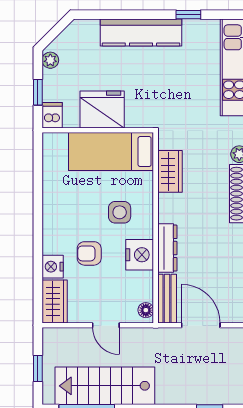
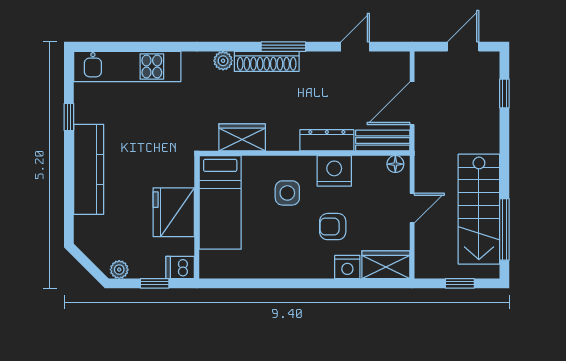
armchair: (89, 253) -> (333, 227), turned 90

